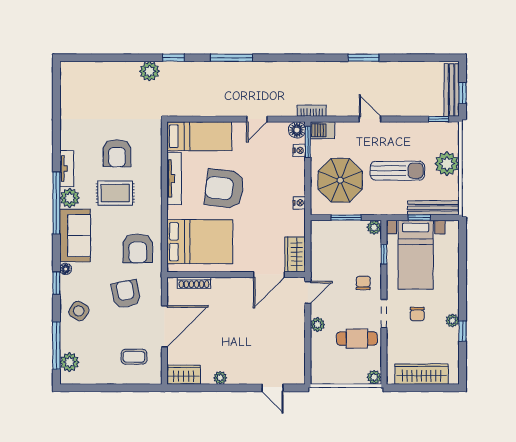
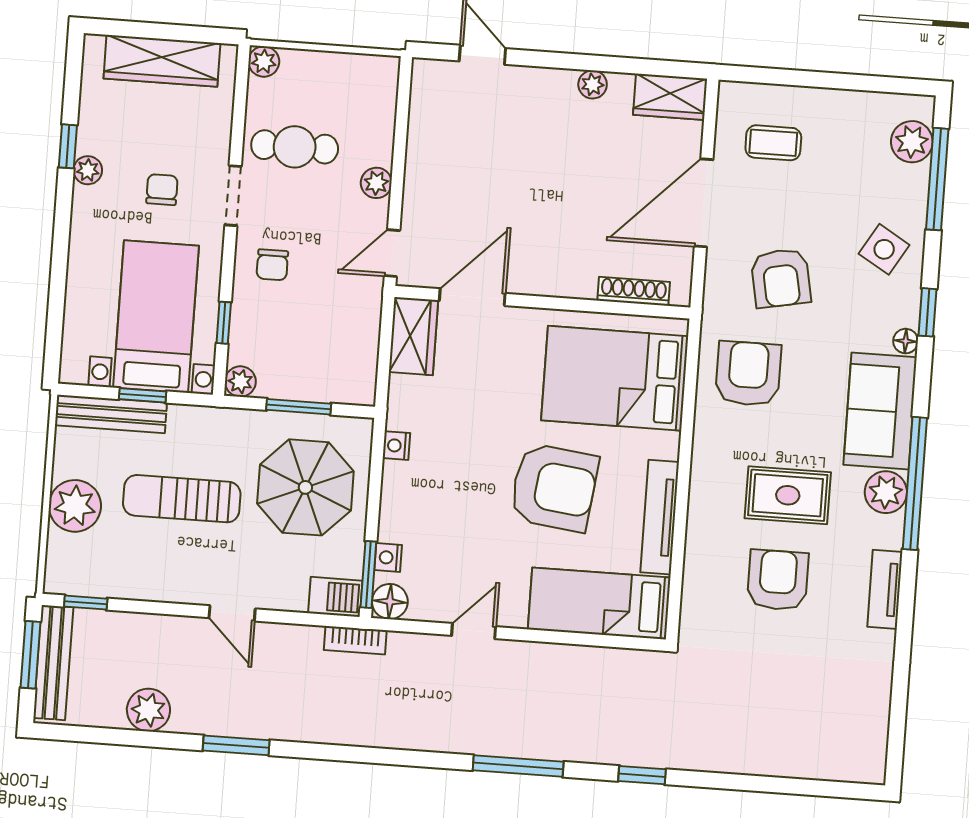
plant: (149, 71) -> (148, 710), moved
window: (462, 93) -> (31, 655), width x1.50
tv unit: (67, 169) -> (885, 589), moved

